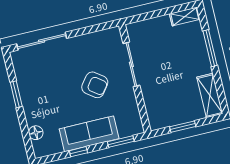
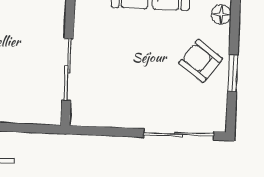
armchair: (95, 85) -> (201, 61), moved

